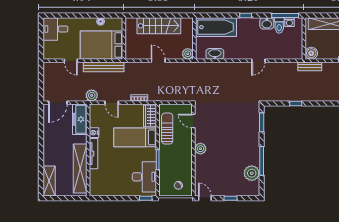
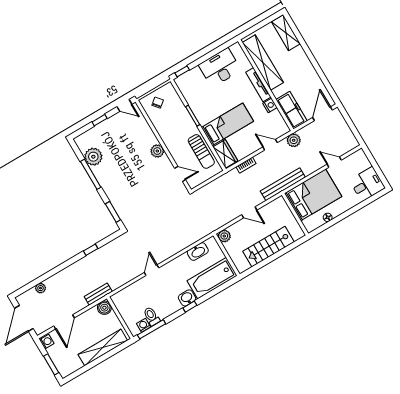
washbasin: (267, 23) -> (187, 298), moved
bench: (104, 67) -> (283, 184), moved
desk: (144, 177) -> (220, 68), moved, turned 90

